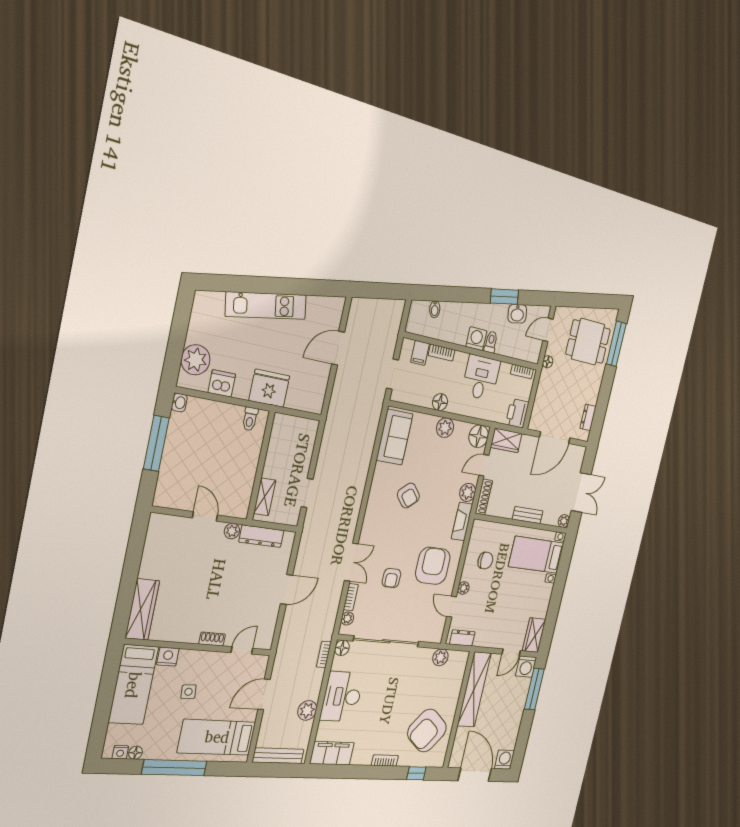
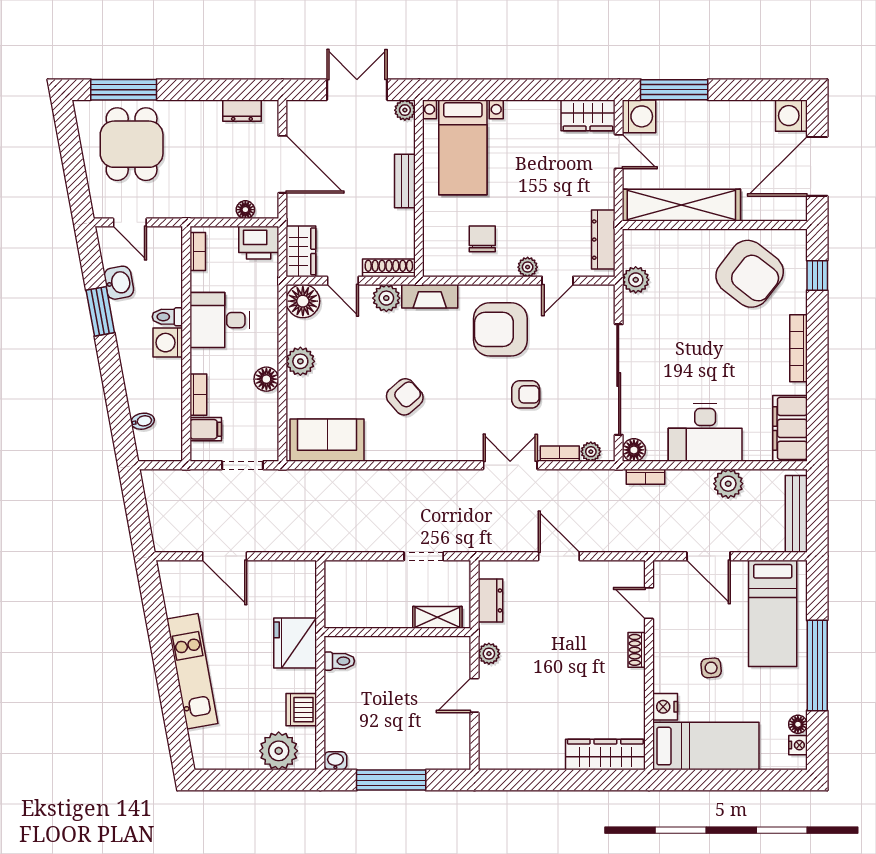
floor lamp: (548, 362) -> (245, 210), moved
dresser: (261, 536) -> (490, 600), width x0.70
dresser: (462, 638) -> (603, 240), width x1.44
bookcase: (385, 760) -> (798, 348), width x1.56

